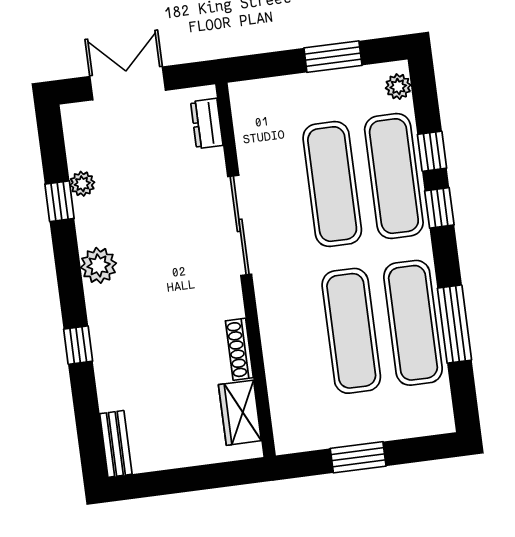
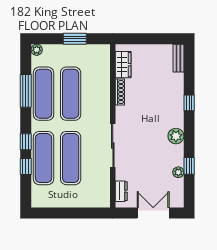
window: (333, 57) -> (63, 213), removed
double door: (128, 83) -> (153, 213), swing flipped
plant: (398, 87) -> (37, 50), moved

